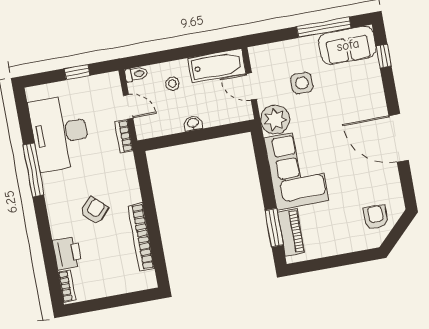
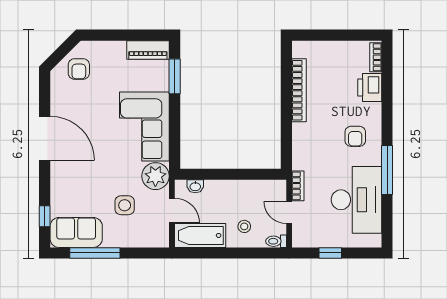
washbasin: (193, 123) -> (195, 186), moved
armchair: (94, 211) -> (355, 136), moved, turned -43
piano: (291, 232) -> (148, 50), moved, turned -90

